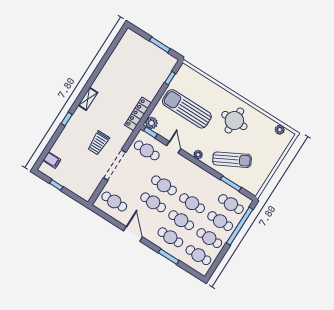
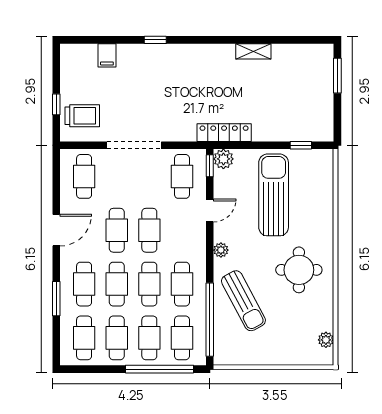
window: (160, 45) -> (337, 76), moved
shelving: (88, 99) -> (253, 51), moved
trolley: (98, 143) -> (82, 116), moved, turned 180
filing cabinet: (52, 160) -> (107, 55), moved
window: (231, 184) -> (210, 320), width x2.11
window: (56, 185) -> (56, 104), moved
cafe table: (203, 186) -> (182, 284), added

